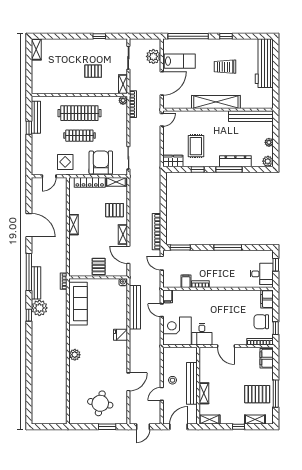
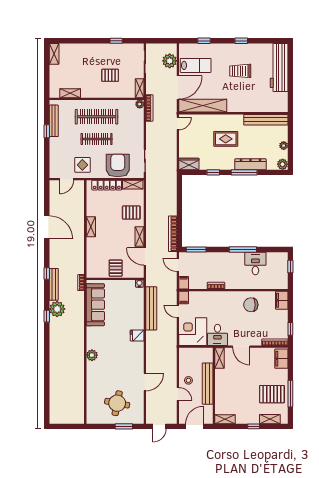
window: (188, 36) -> (204, 41), width x0.32
shelving: (53, 89) -> (70, 93), added
shelving: (216, 102) -> (203, 106), moved
rug: (196, 146) -> (226, 139), moved, turned 90
window: (29, 272) -> (47, 274), width x0.32
desk: (262, 274) -> (255, 263), moved, turned -90
filing cabinet: (186, 281) -> (184, 283), moved
chair: (261, 322) -> (251, 305), moved
shelving: (204, 393) -> (219, 358), moved
door: (162, 394) -> (178, 394), swing flipped

